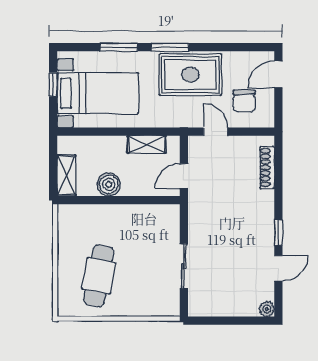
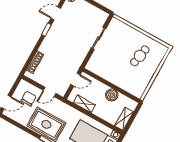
door: (215, 132) -> (50, 92), hinge flipped
shelving: (66, 176) -> (124, 119), moved
cafe table: (99, 276) -> (140, 56), width x0.73, depth x0.74

